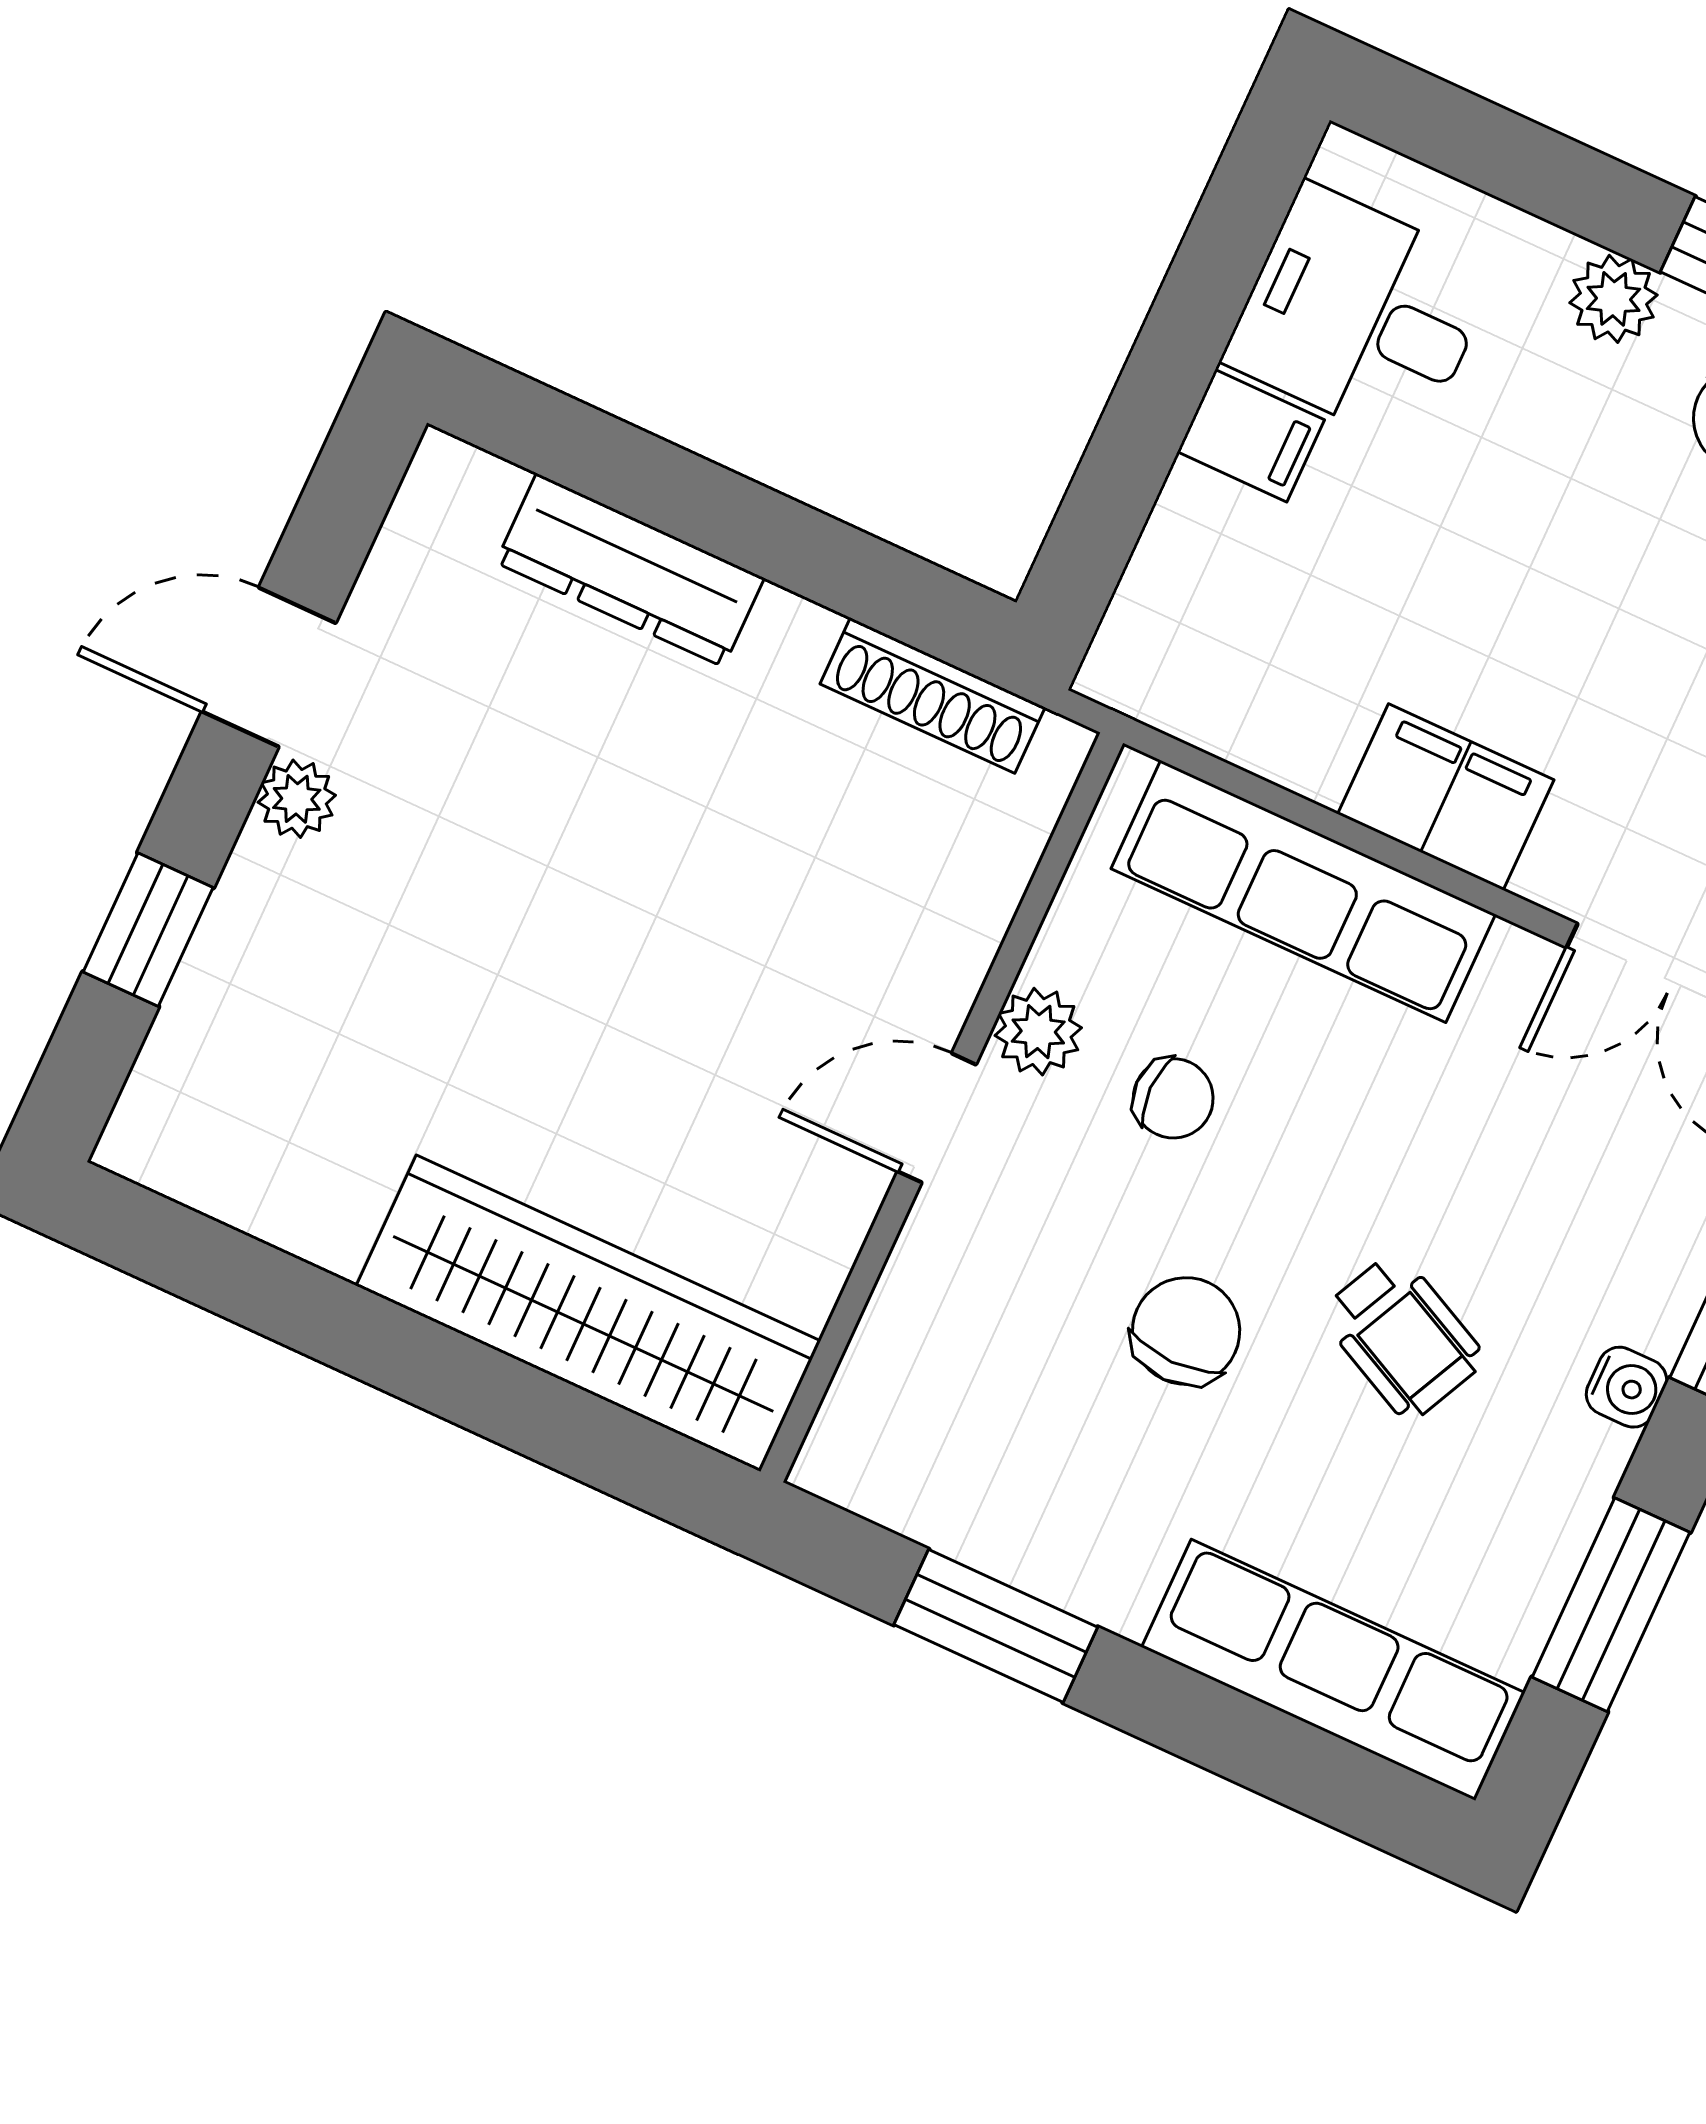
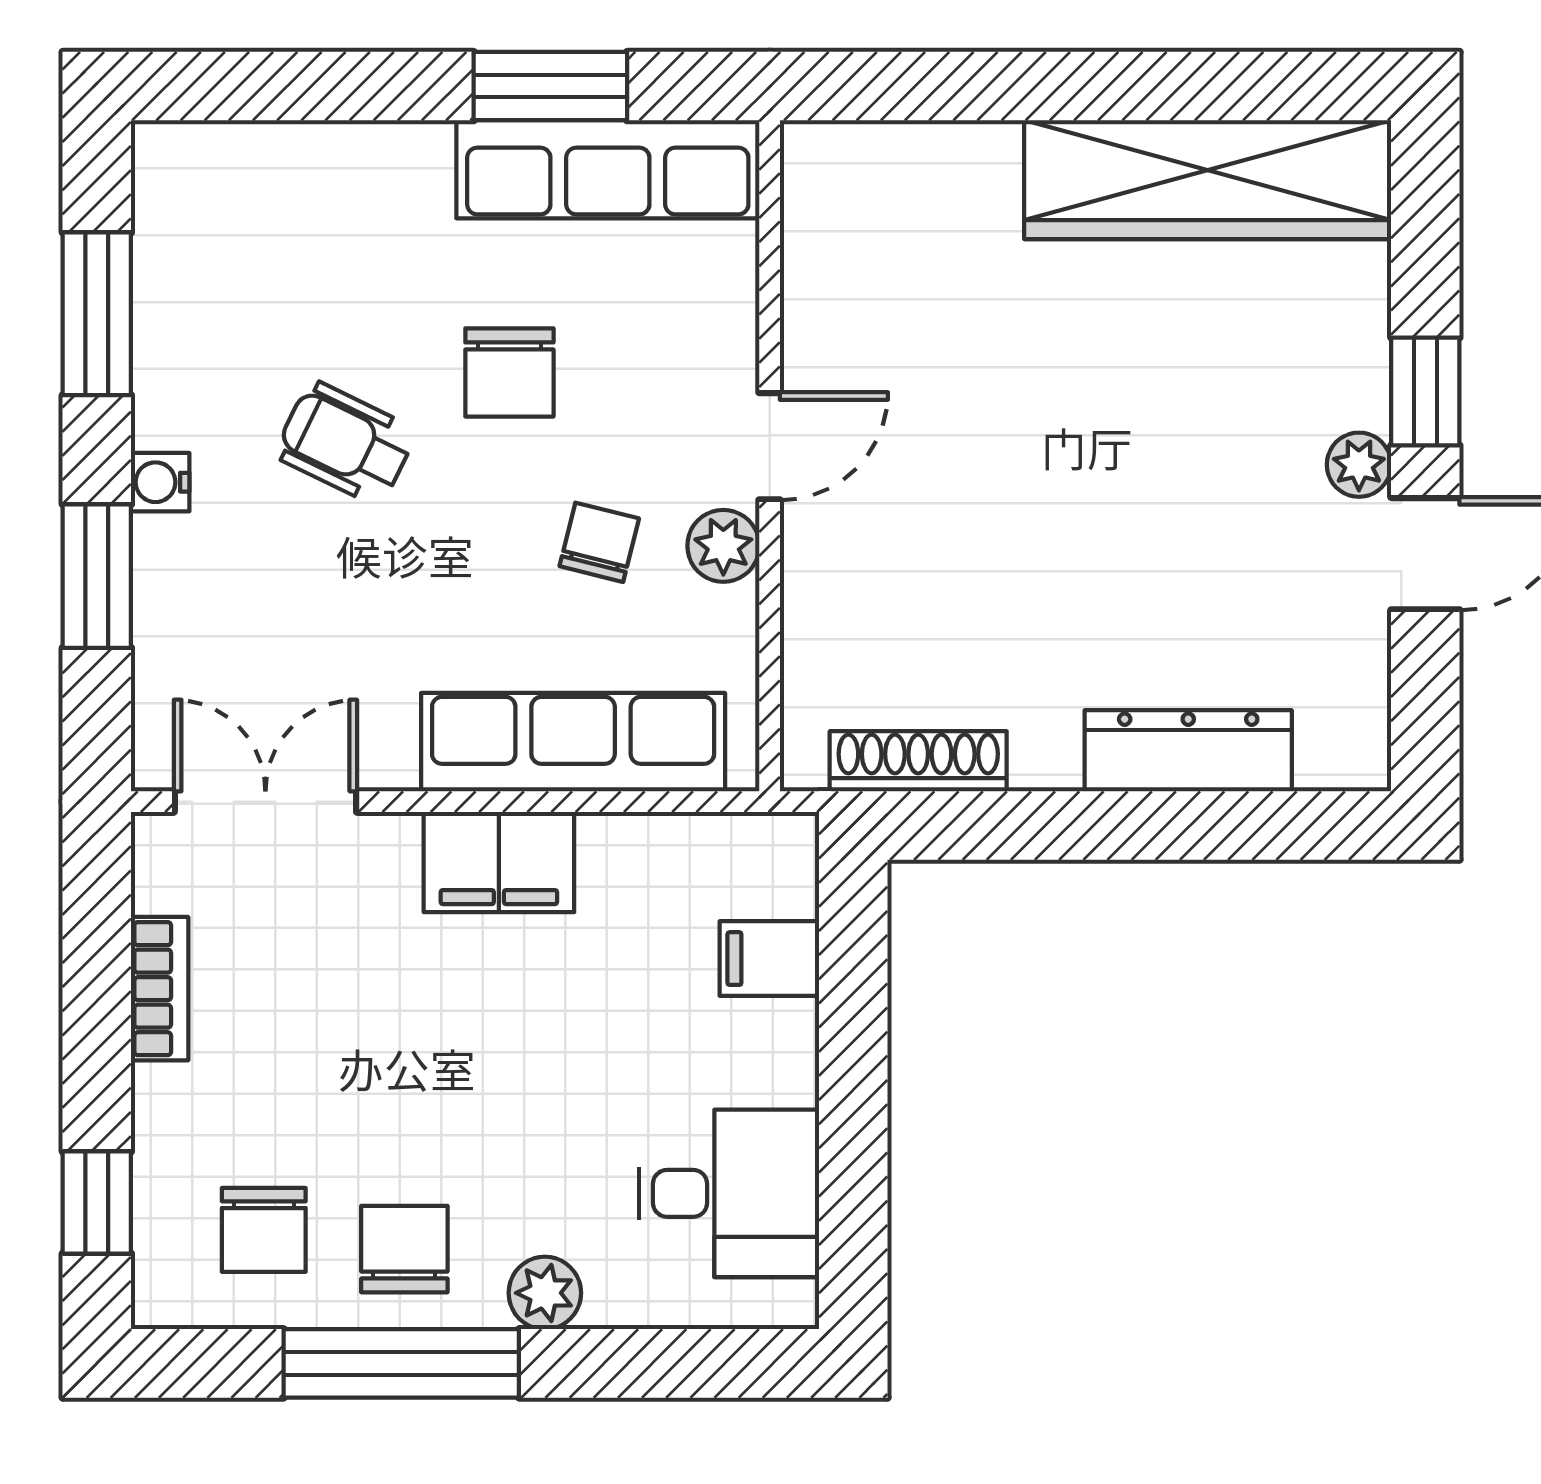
filing cabinet: (1251, 436) -> (769, 959), moved
window: (148, 930) -> (1425, 391), moved
chair: (1173, 1098) -> (599, 542), turned 104
wardrobe: (588, 1313) -> (1208, 180), moved
row of seats: (1333, 1670) -> (608, 169), moved

